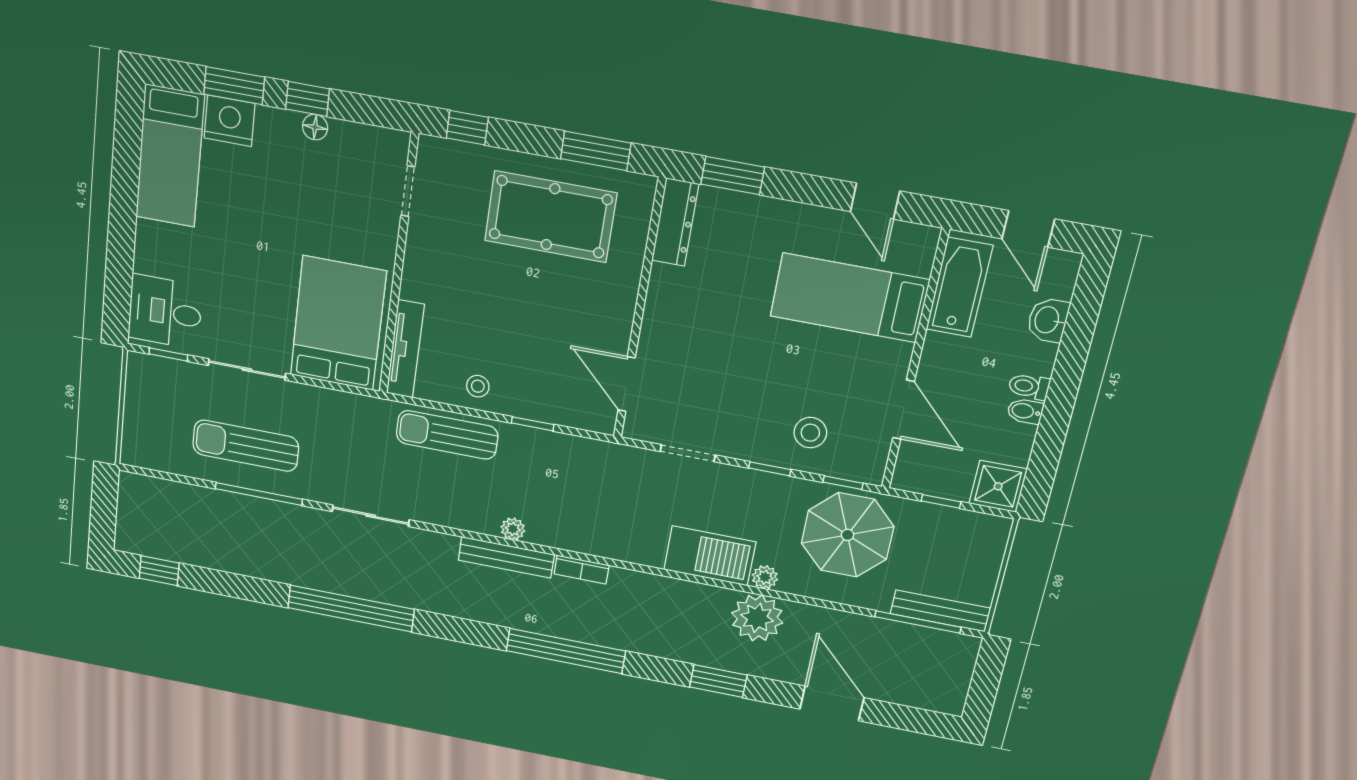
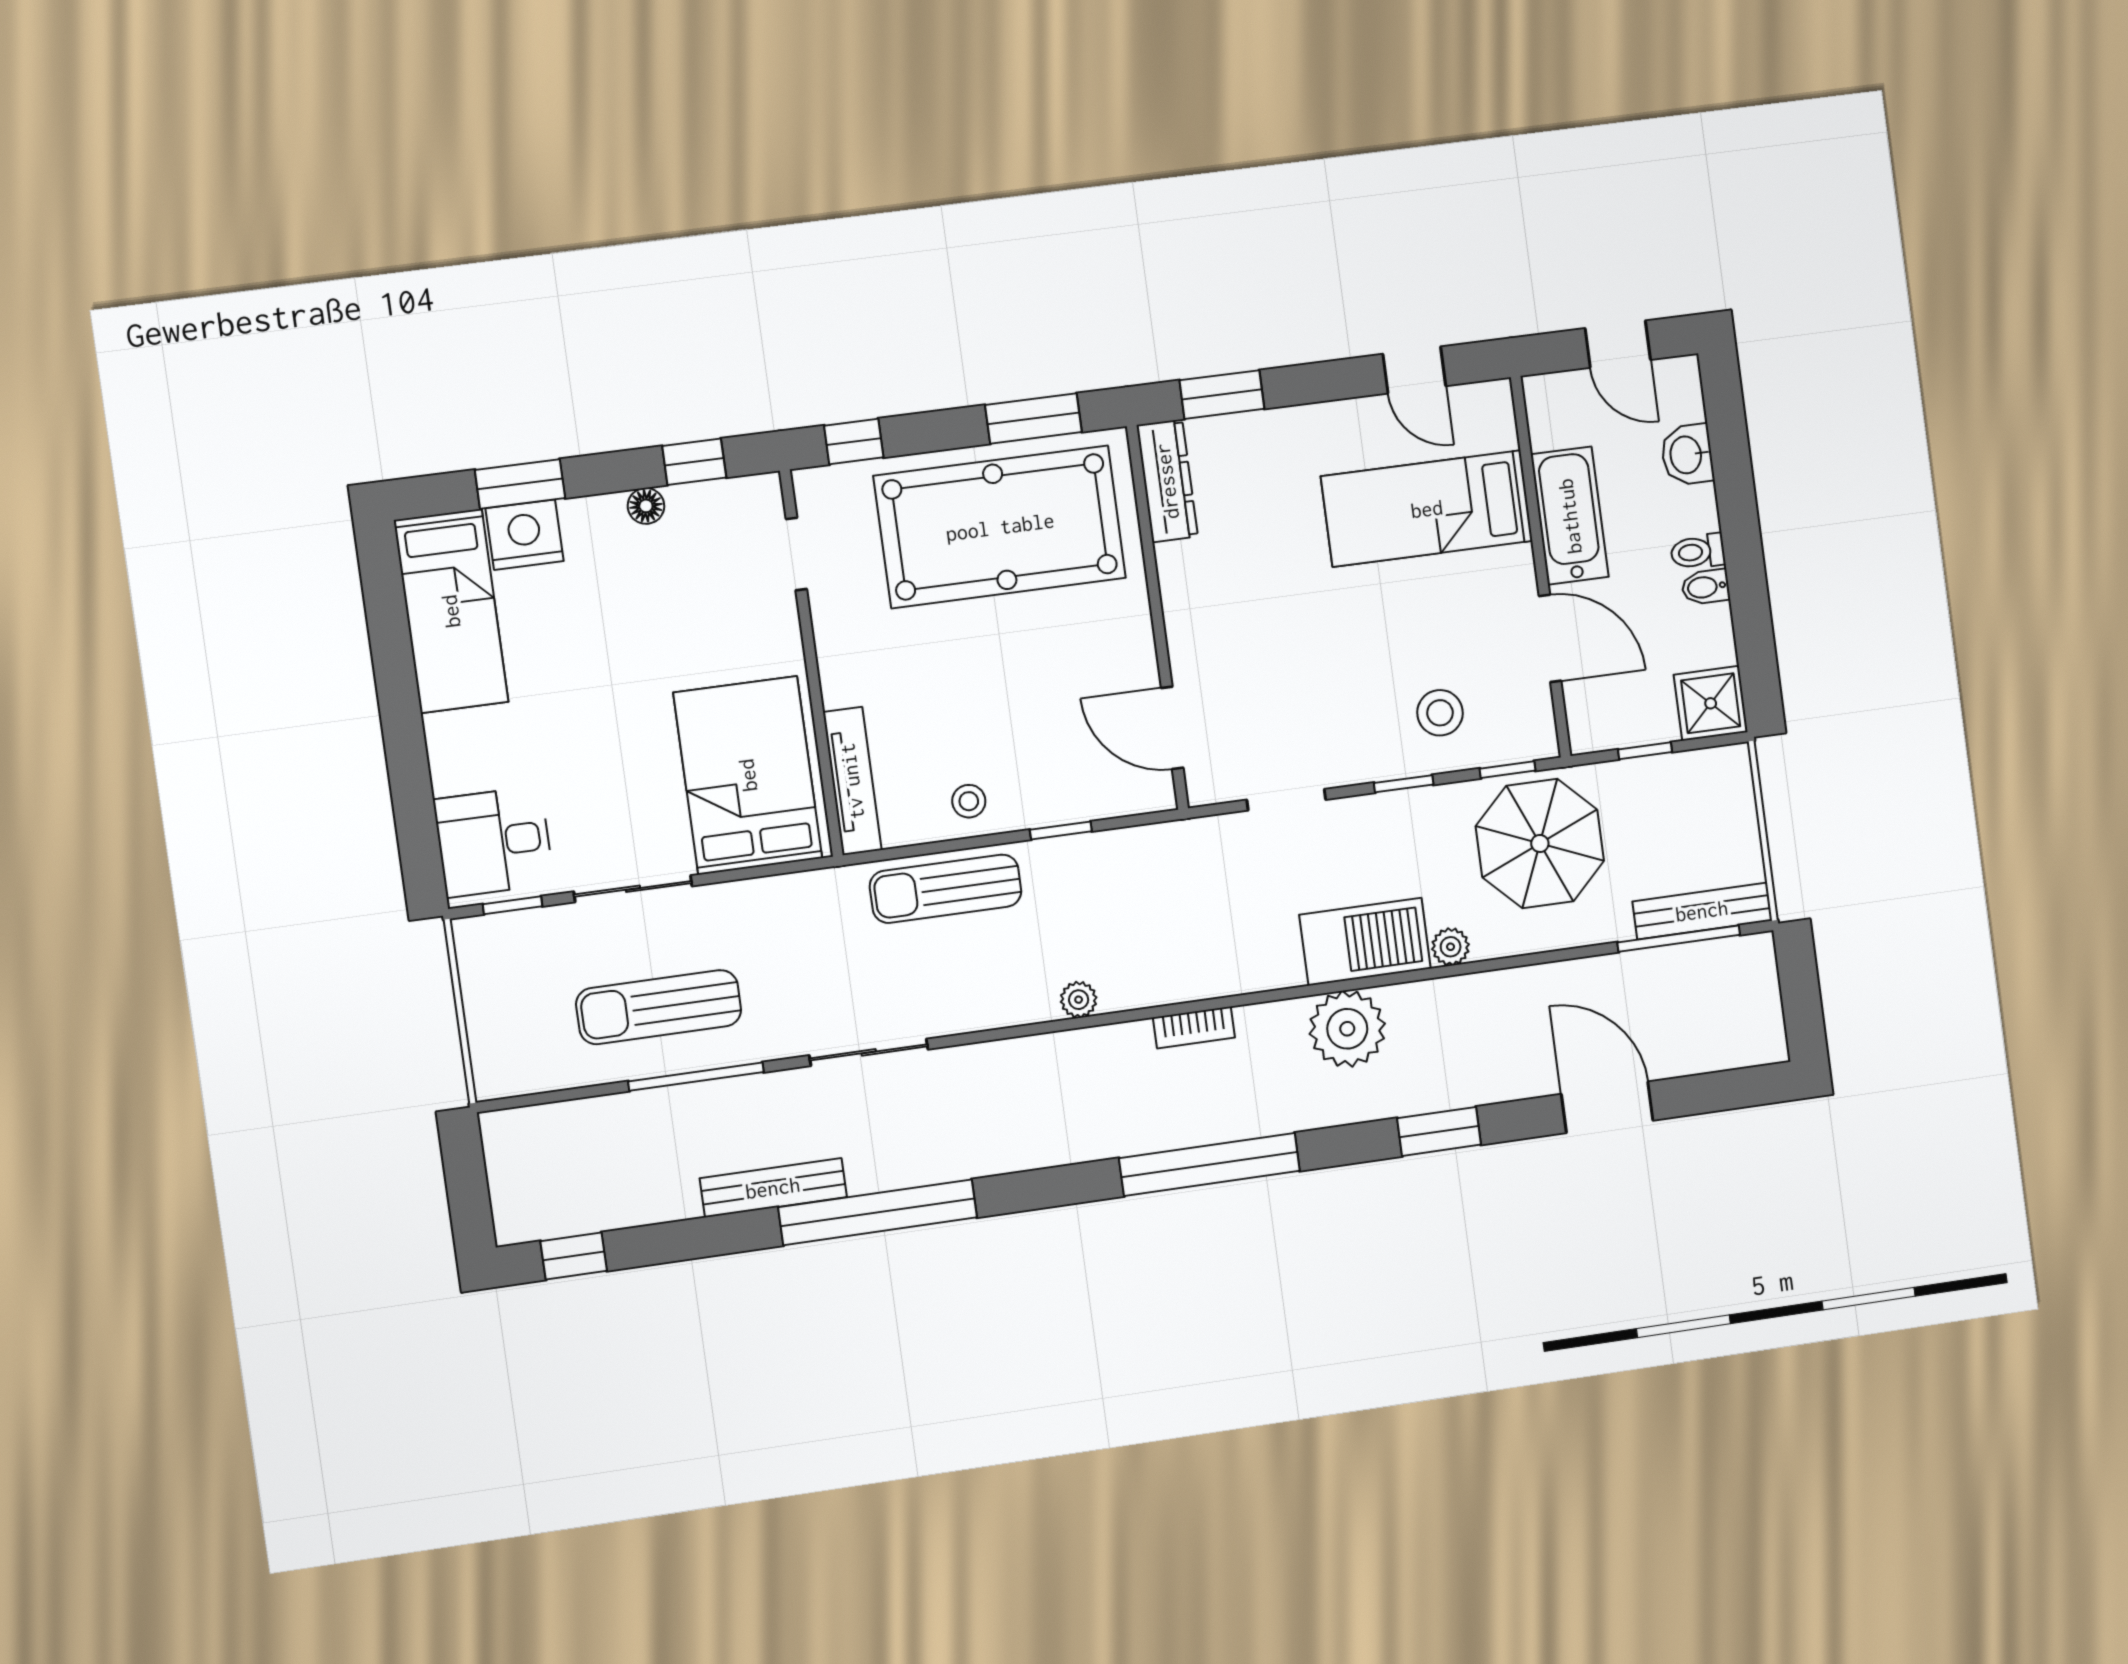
window: (308, 99) -> (694, 462), moved
pool table: (551, 217) -> (1000, 527), width x1.36, depth x1.32
bathtub: (959, 288) -> (1570, 516), moved
bench: (506, 557) -> (773, 1188), moved
plant: (757, 618) -> (1347, 1029), moved

